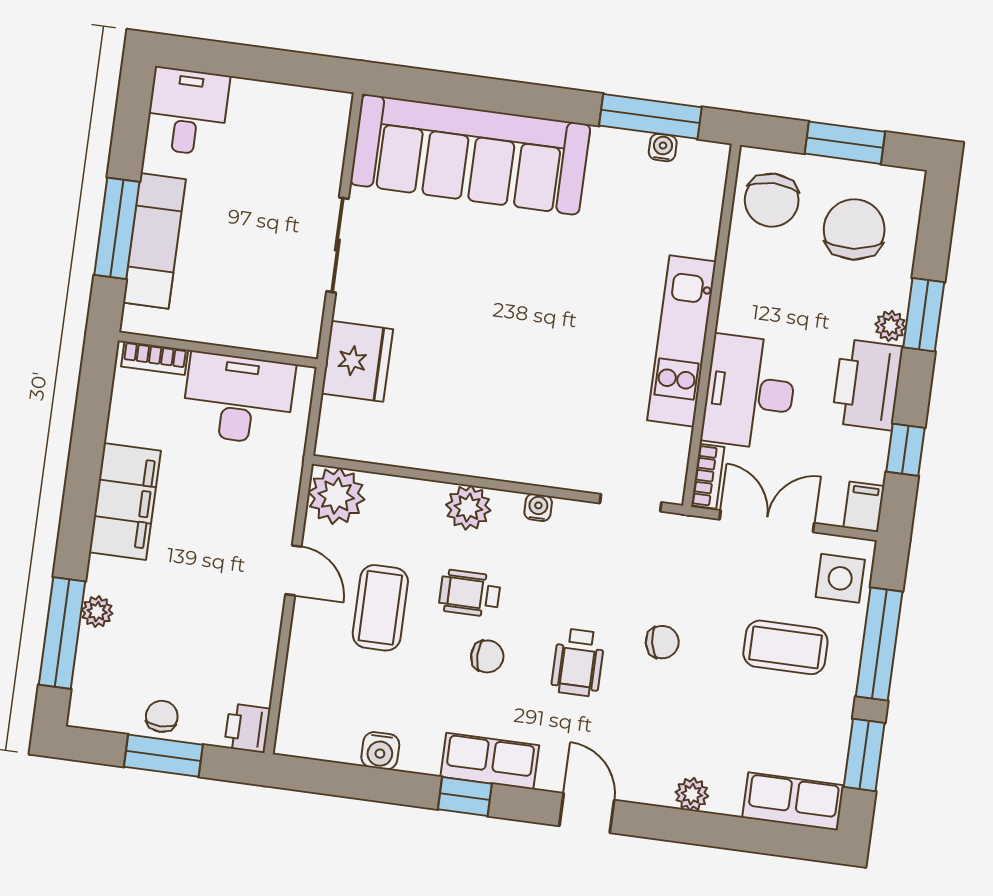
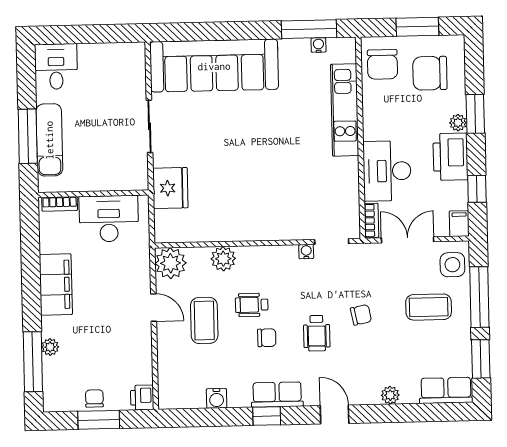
chair: (854, 229) -> (430, 73), turned -84
kitchen unit: (682, 341) -> (345, 110), moved
water cooler: (538, 507) -> (306, 252), moved
plant: (468, 508) -> (223, 259), moved

